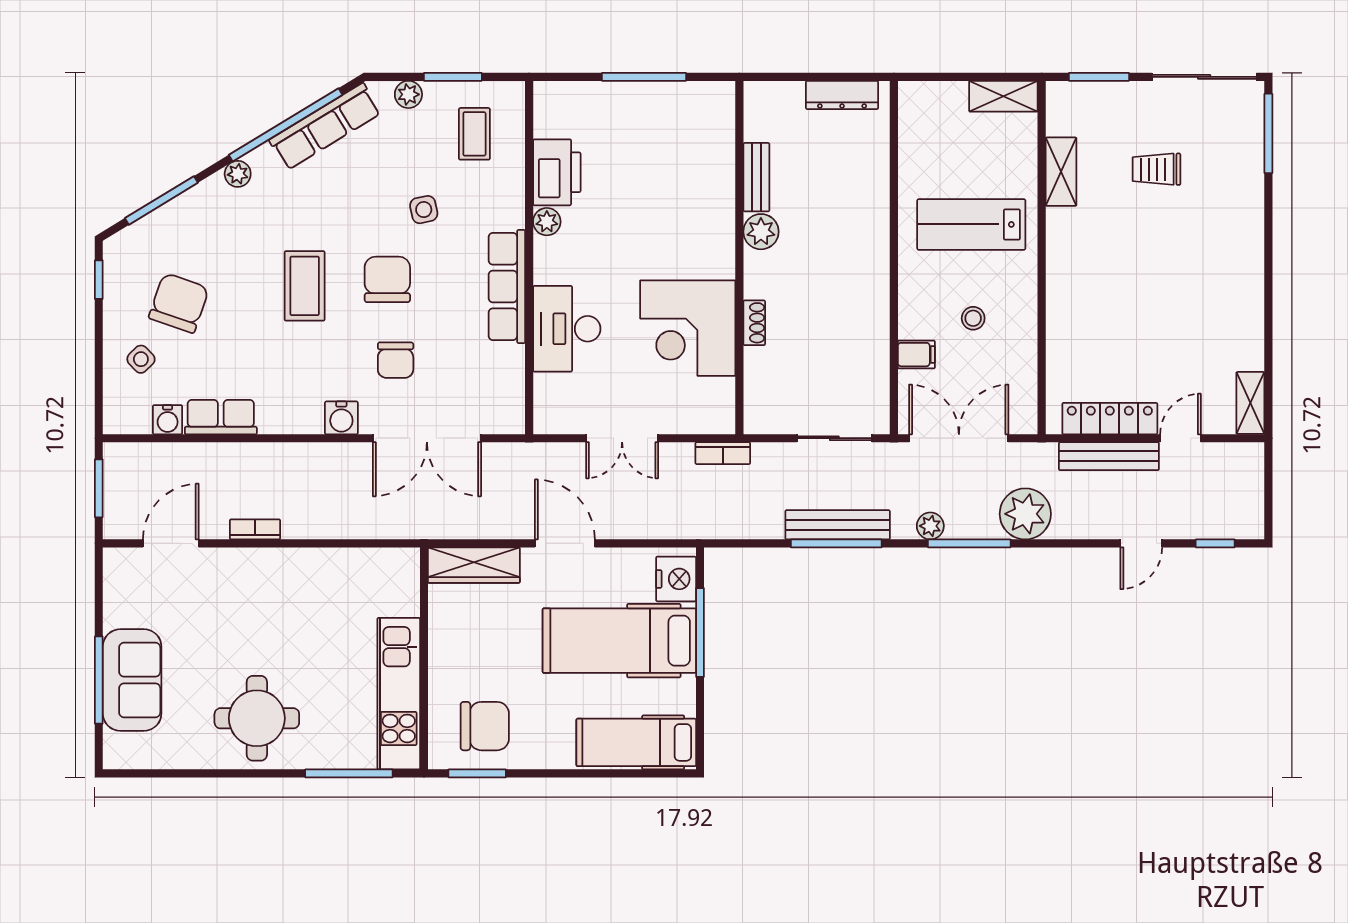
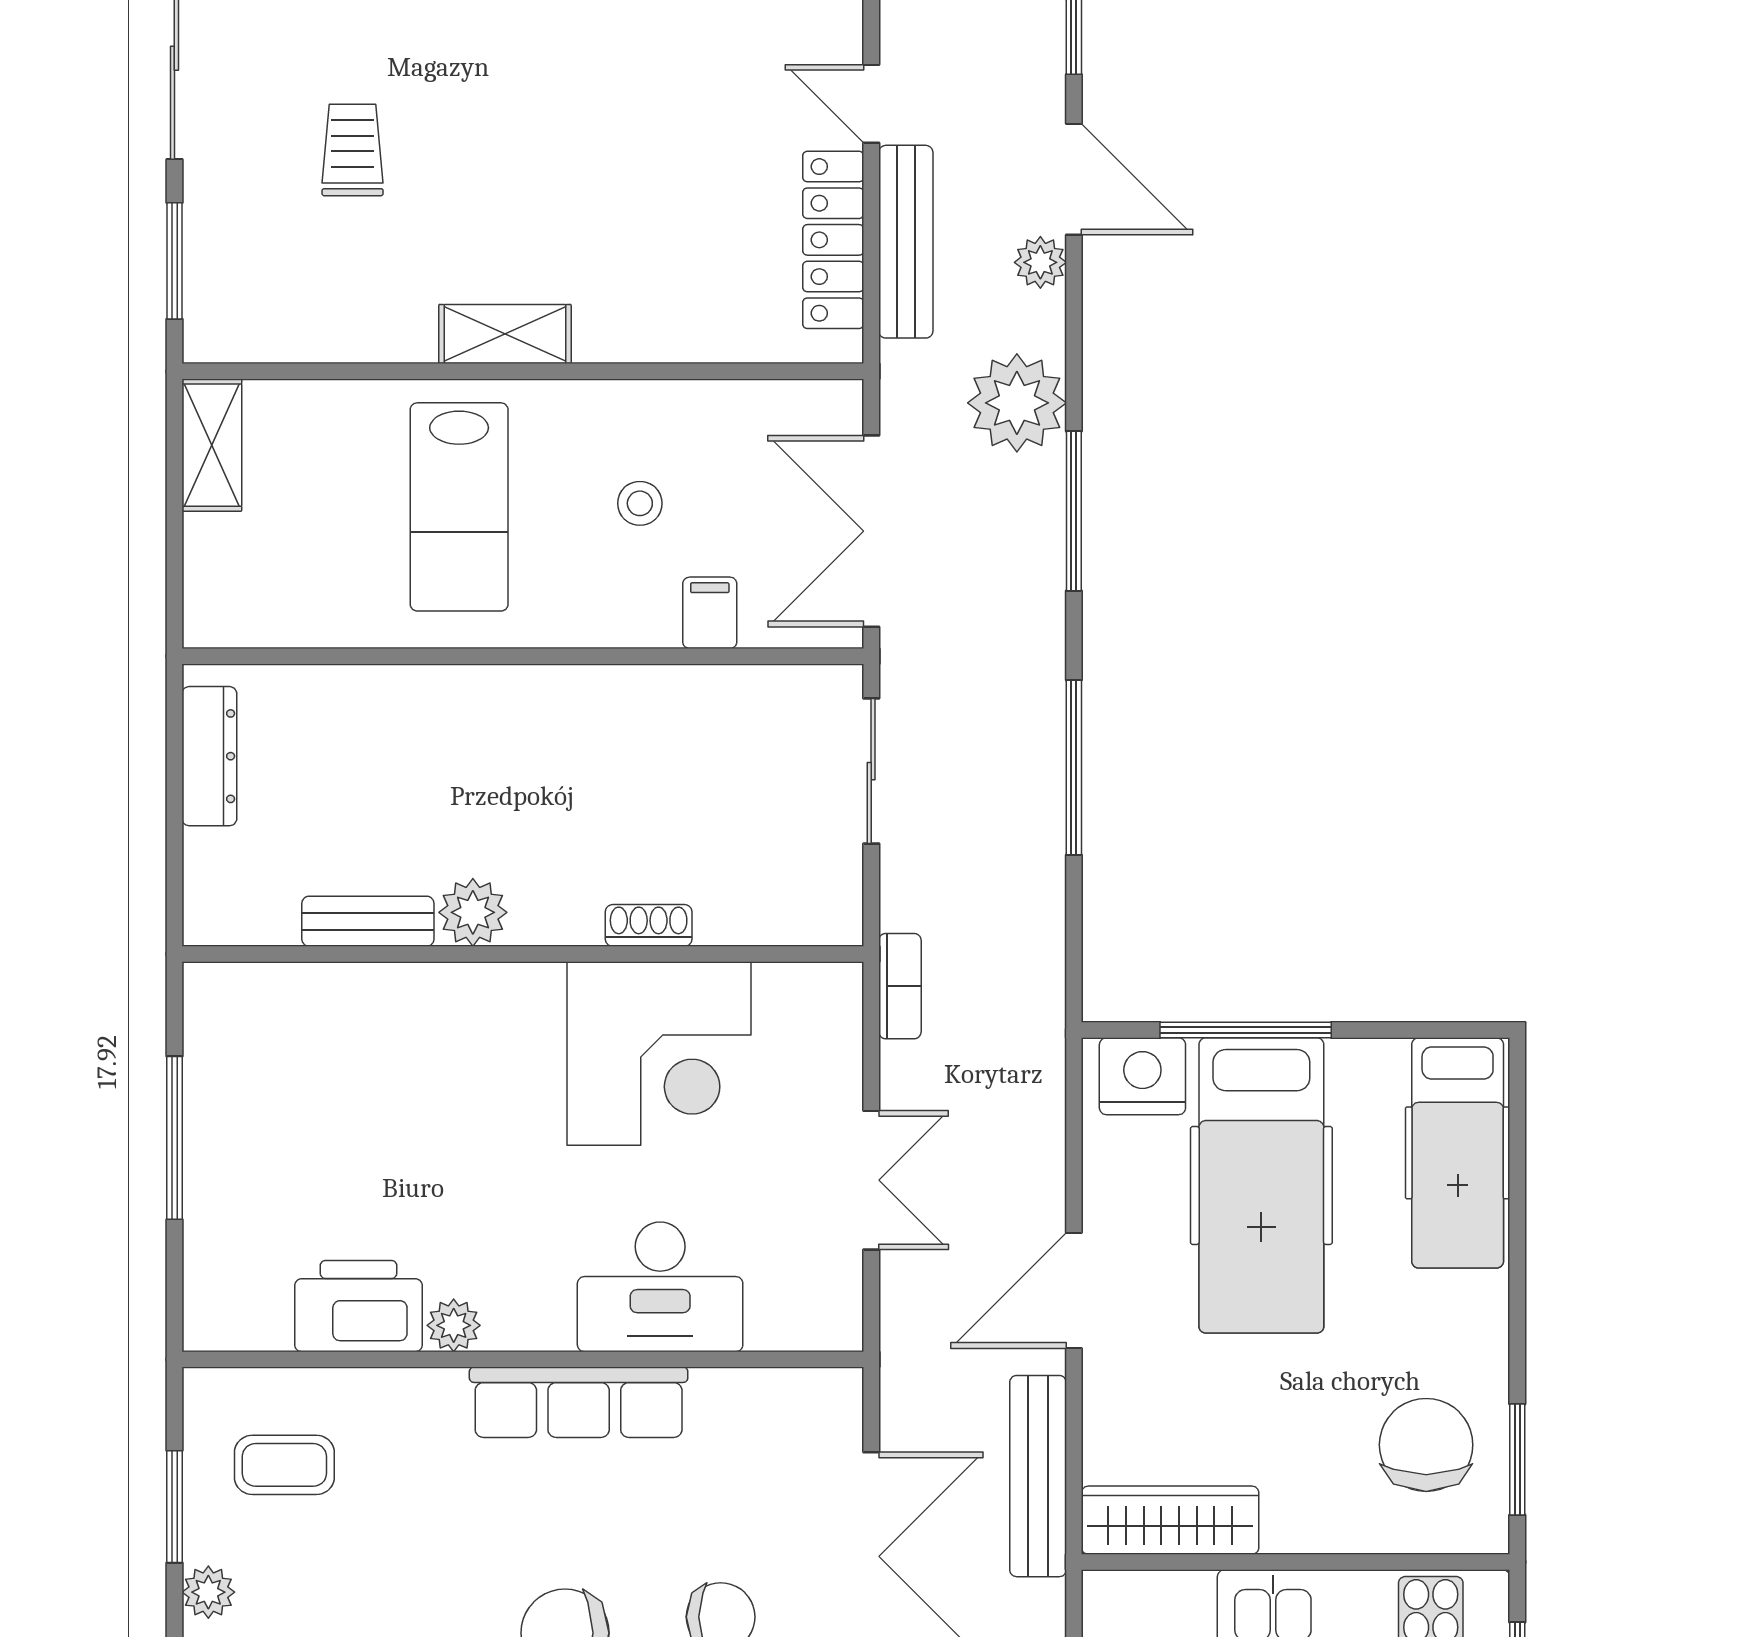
trolley: (1156, 169) -> (353, 150), turned 180
shelving: (1061, 172) -> (505, 334), moved
side table: (424, 210) -> (430, 1563), removed
bench: (838, 525) -> (1038, 1476), moved
plant: (930, 526) -> (1040, 262), moved
door: (1141, 543) -> (1074, 179), width x1.38
wardrobe: (474, 565) -> (1170, 1520), moved, turned -90

